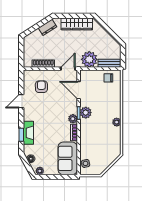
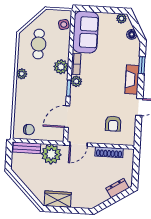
wardrobe: (77, 24) -> (58, 199), width x0.67
dresser: (47, 27) -> (117, 188), moved
door: (79, 90) -> (67, 117), swing flipped
plant: (86, 113) -> (61, 67), moved
fireplace: (28, 133) -> (132, 79), moved
cafe table: (105, 147) -> (39, 44), added

